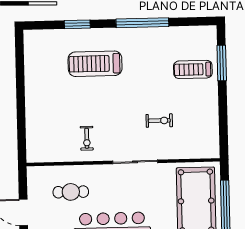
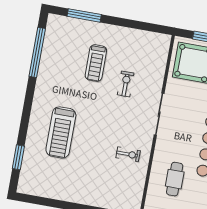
window: (142, 23) -> (37, 52), moved
window: (77, 24) -> (18, 157), moved
treadmill: (193, 69) -> (96, 63), moved

